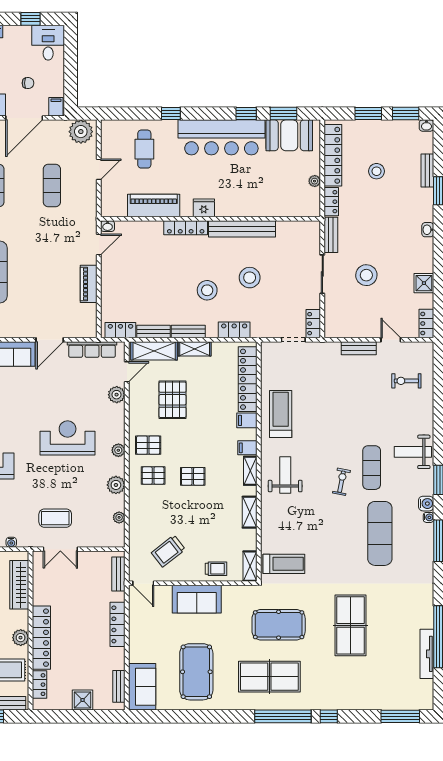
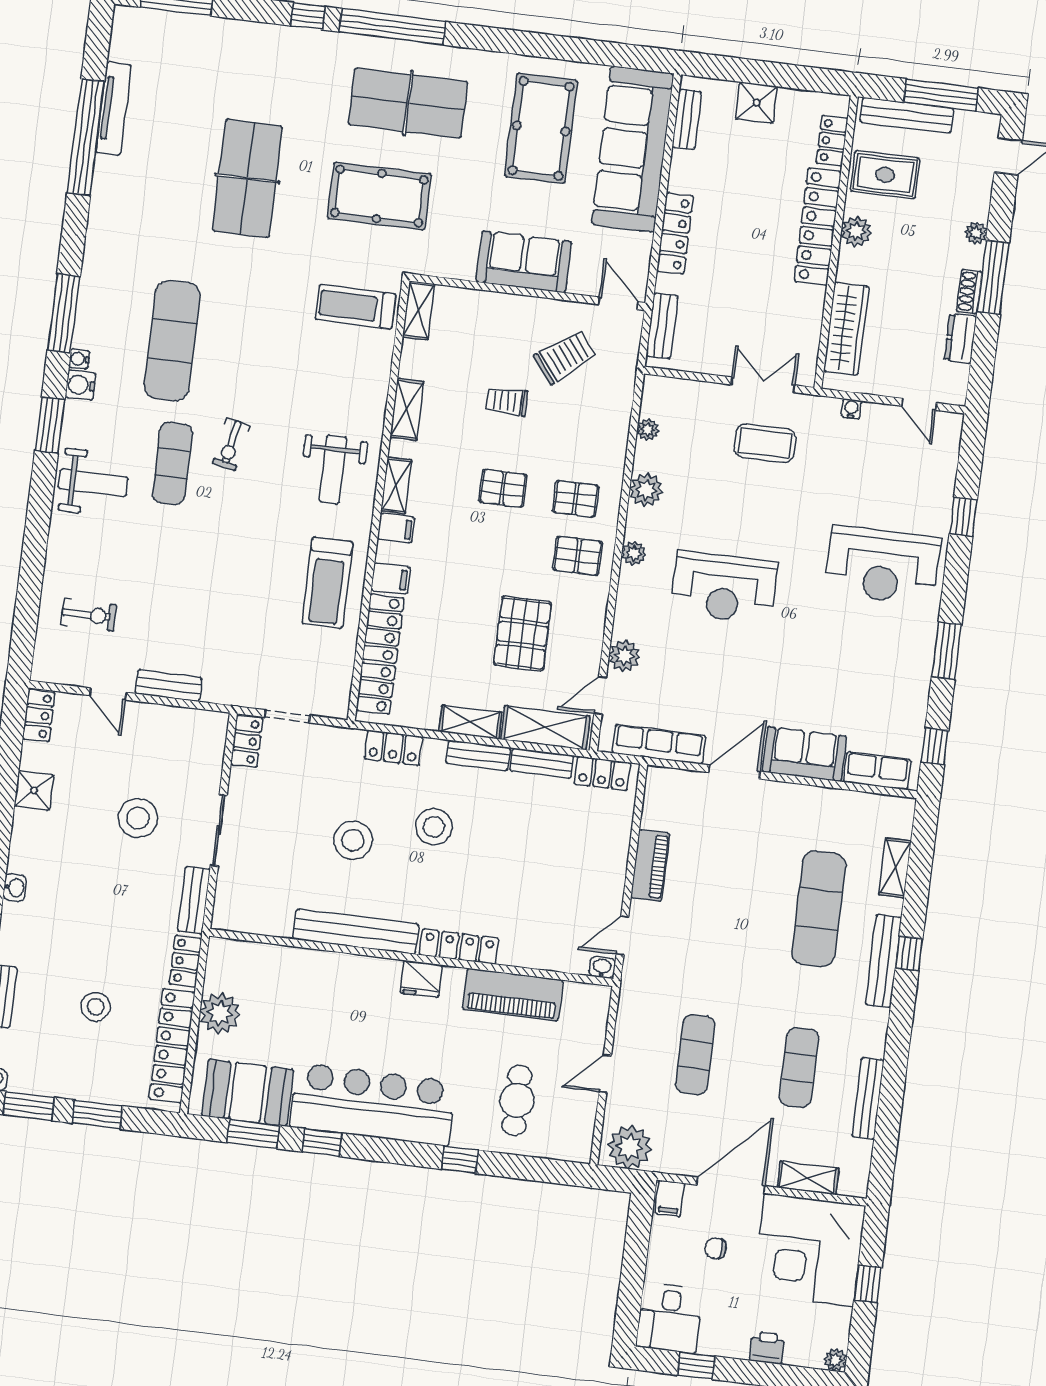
plant: (315, 181) -> (220, 1013), width x1.88, depth x1.88
trolley: (216, 569) -> (507, 401), moved
sofa: (142, 687) -> (633, 149), width x1.85, depth x1.27

